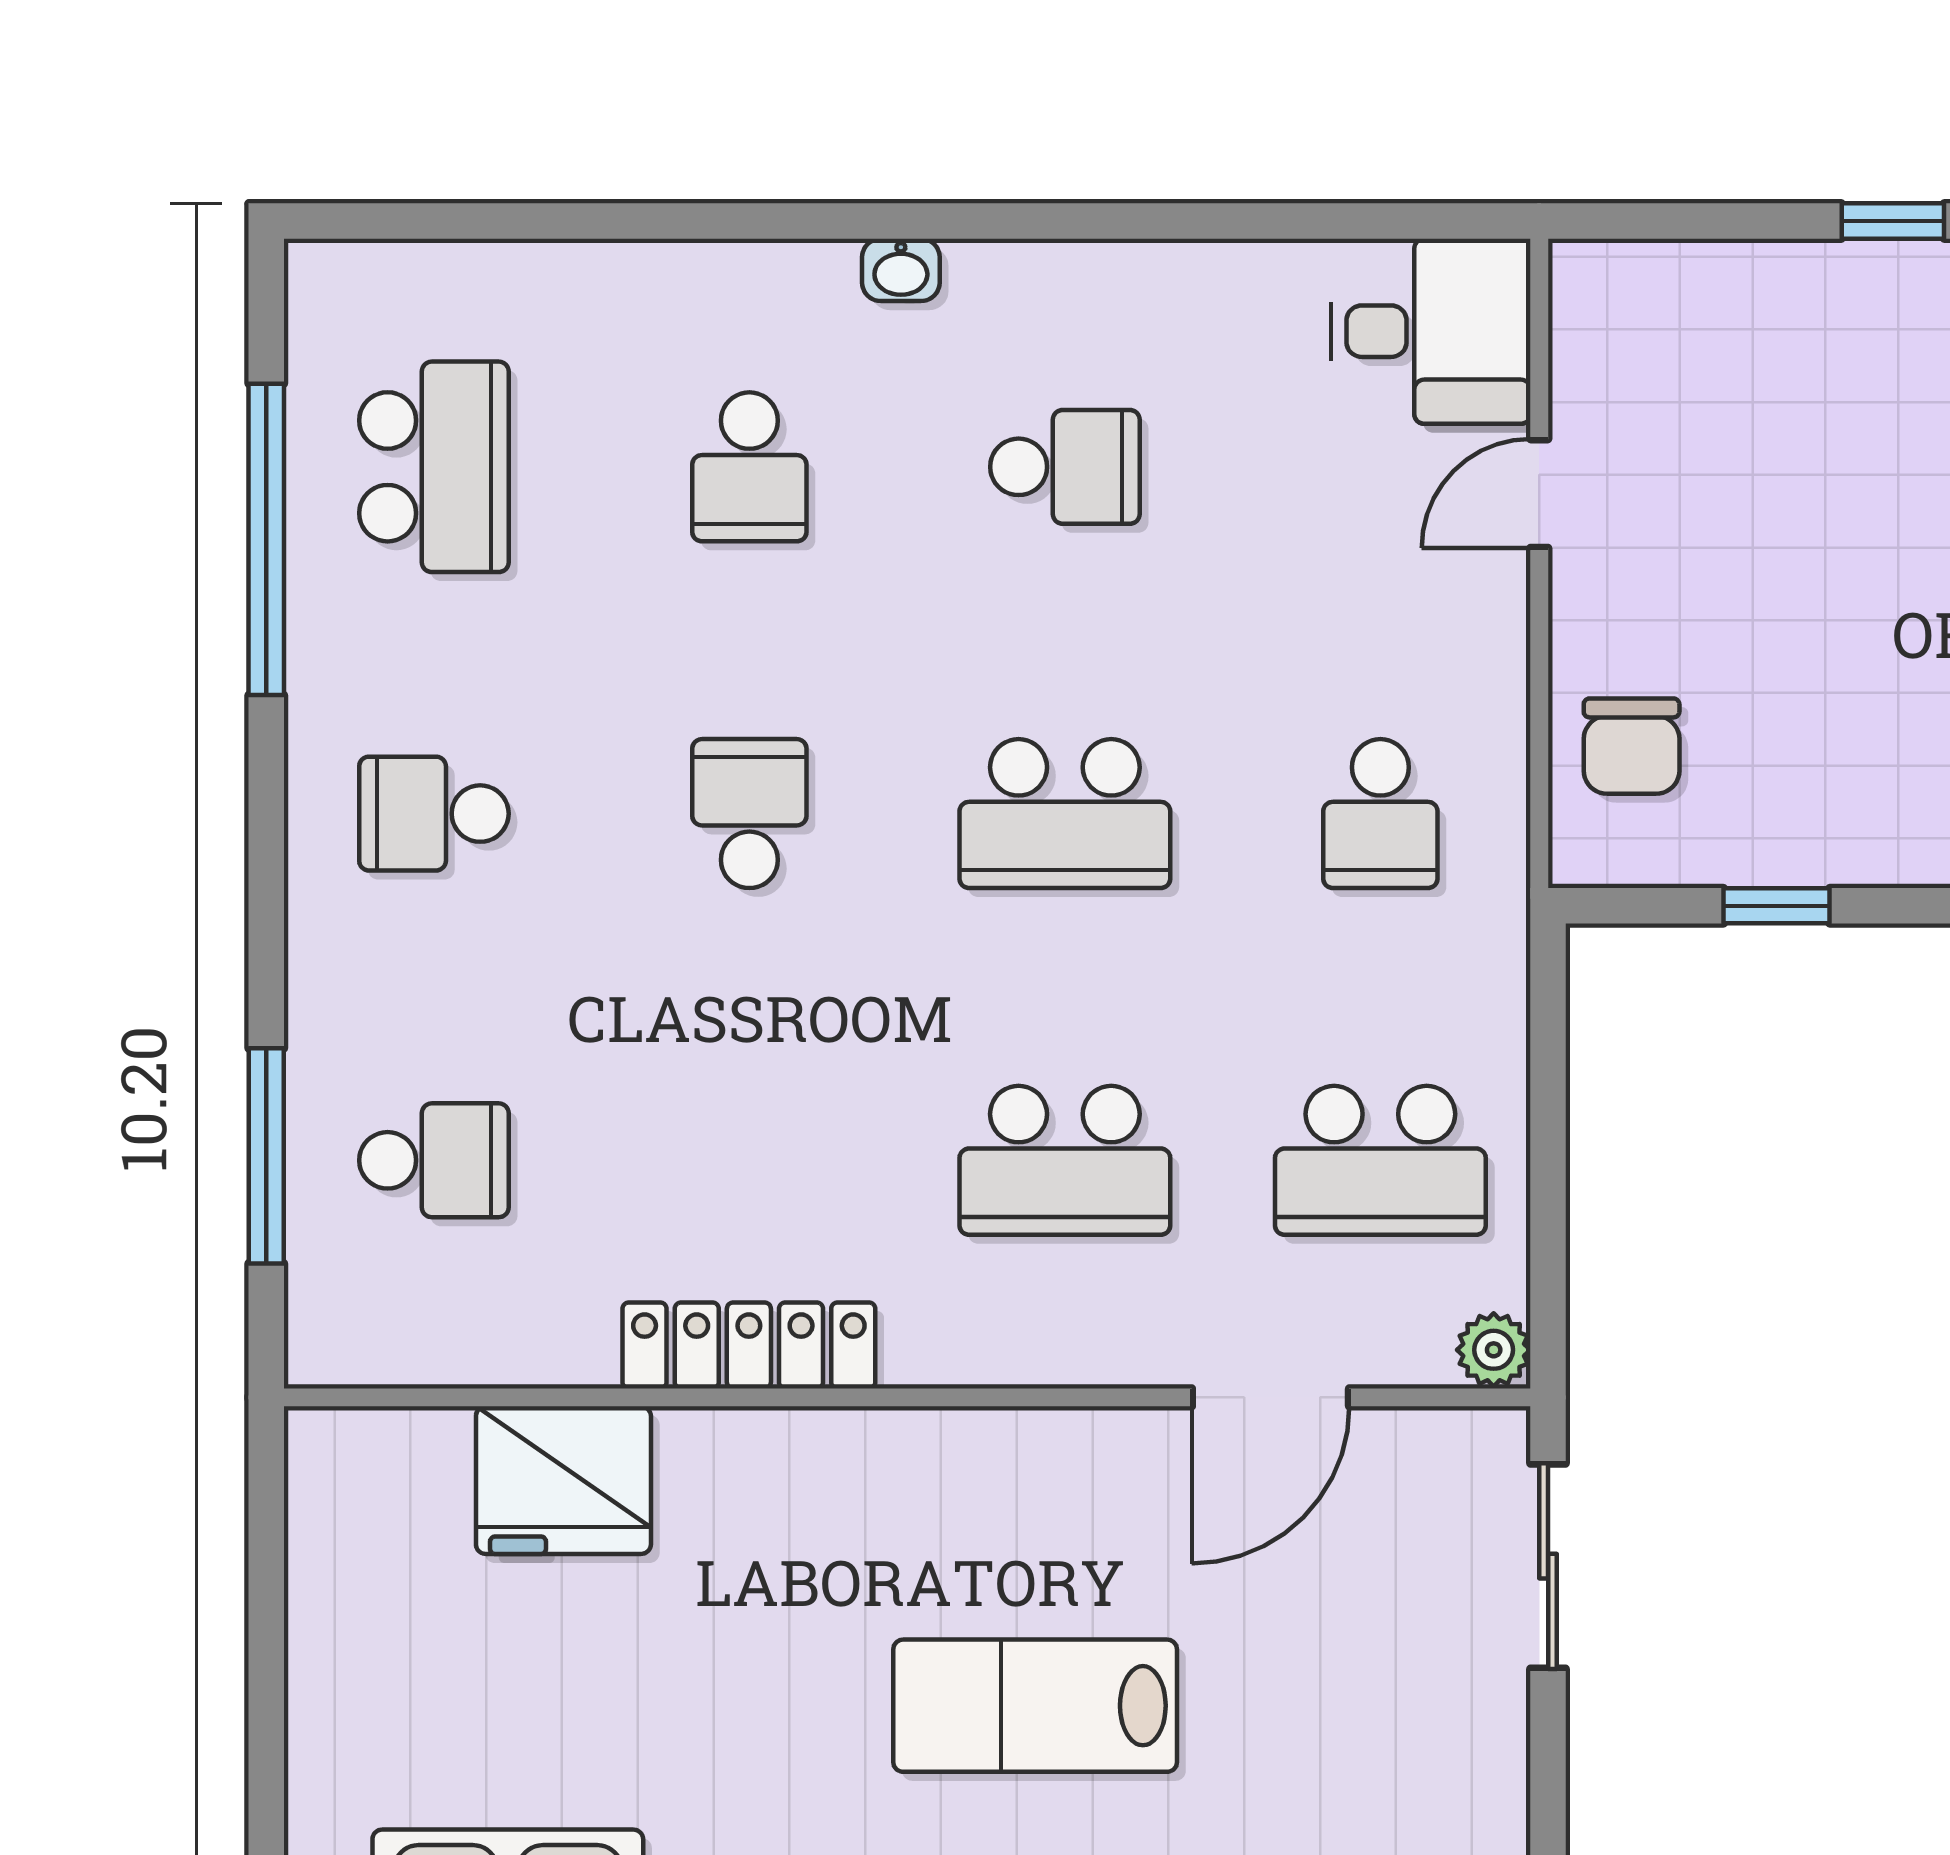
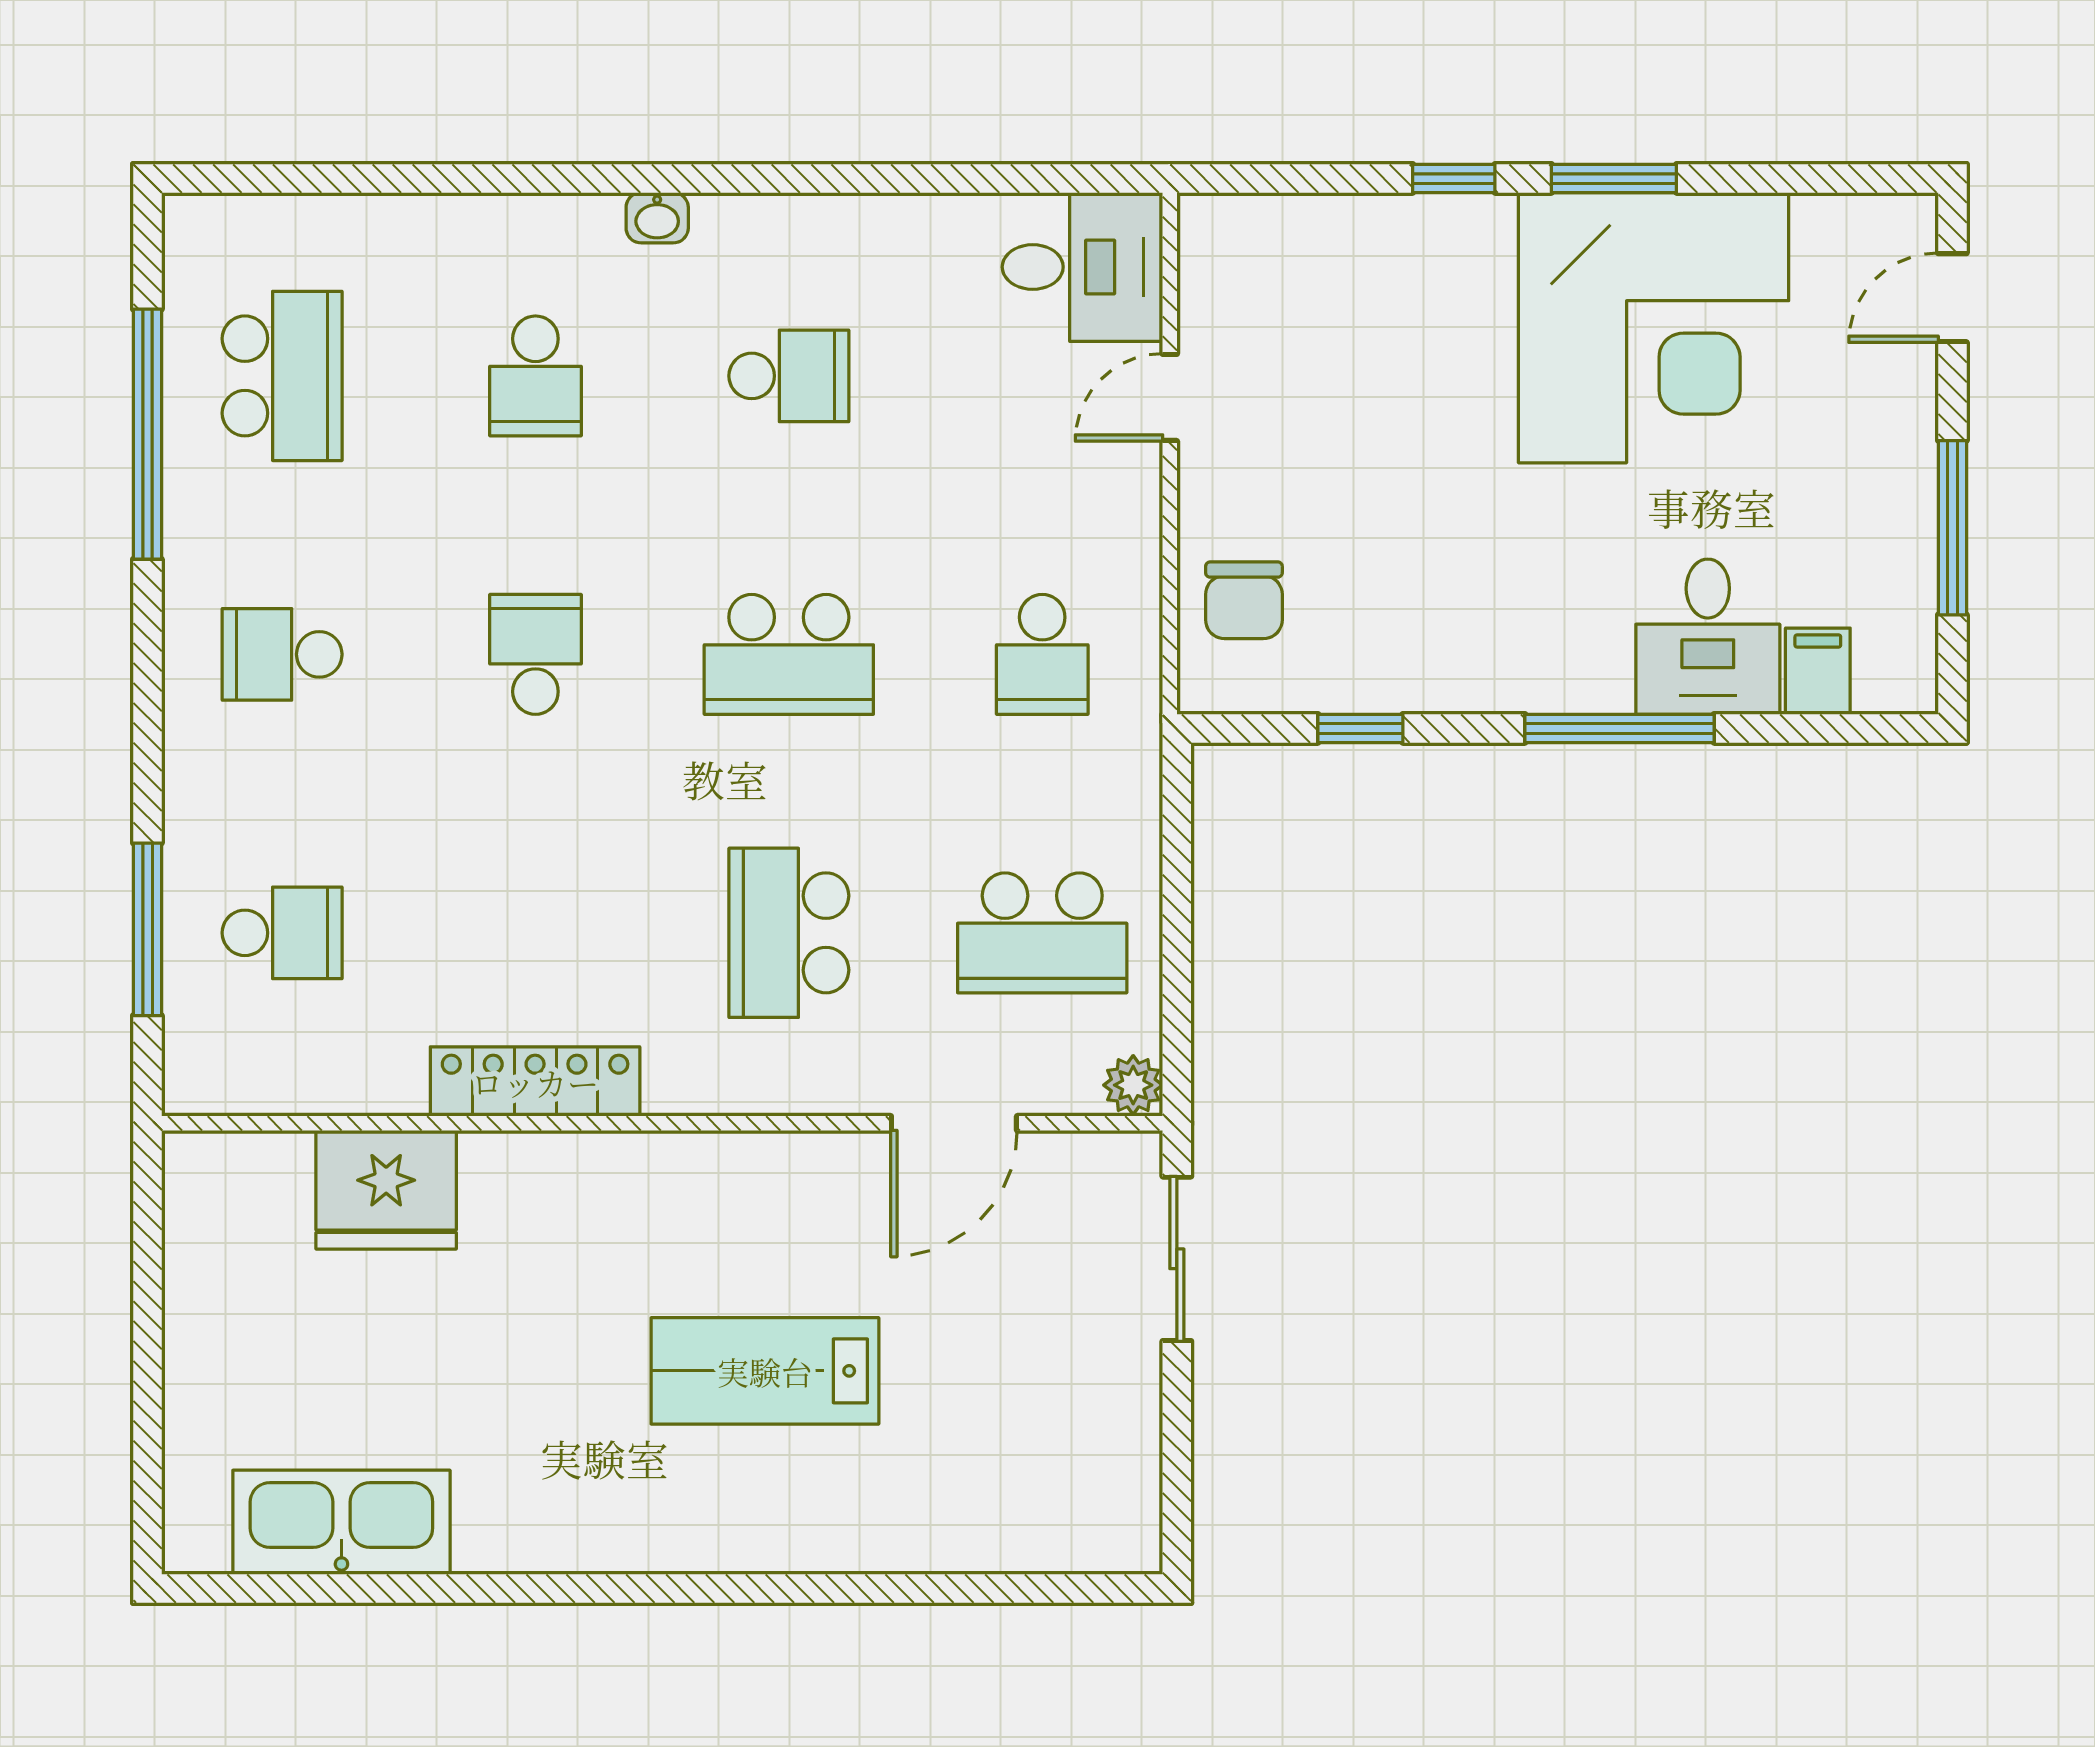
school desk: (1065, 1160) -> (789, 933), turned 90

